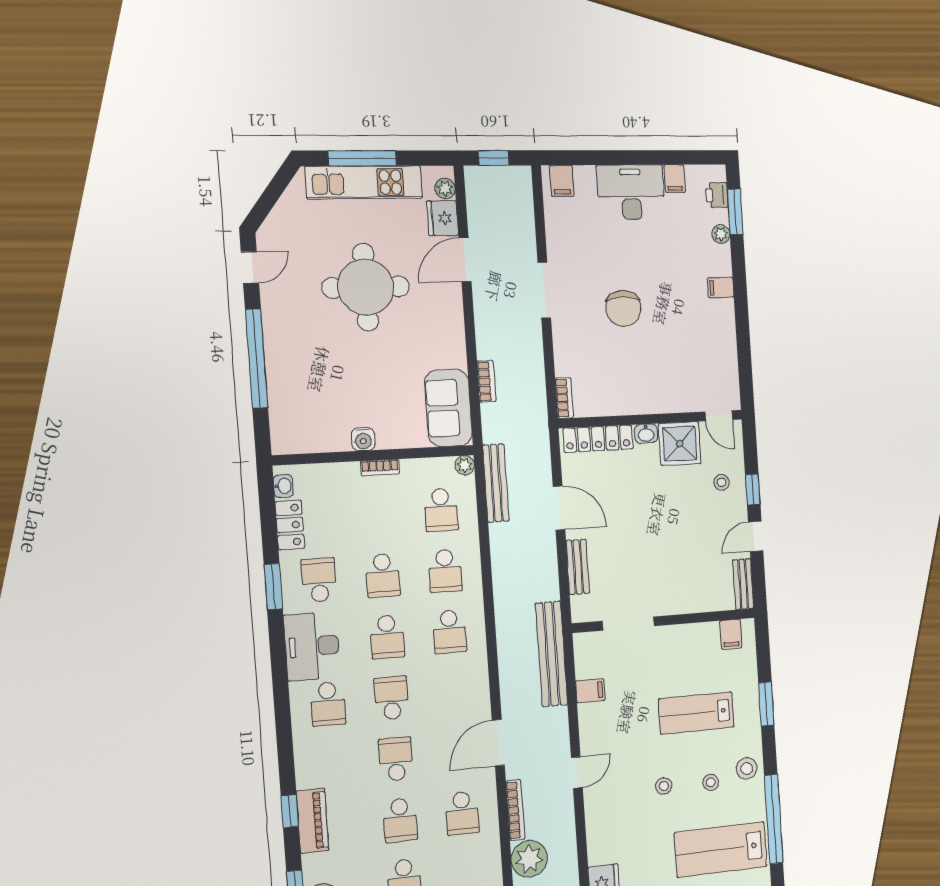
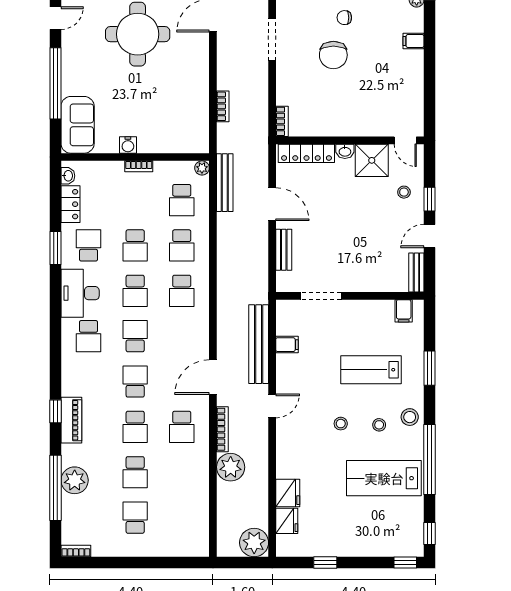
chair: (634, 259) -> (344, 18), added
sofa: (448, 408) -> (78, 125), moved, turned 180
bench: (551, 654) -> (259, 344), moved

